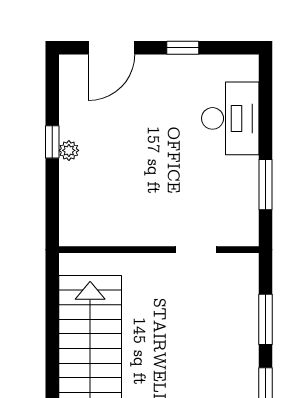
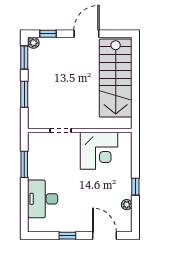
door: (111, 48) -> (104, 236), hinge flipped
plant: (69, 150) -> (127, 205), moved
corner desk: (122, 211) -> (99, 151), added

